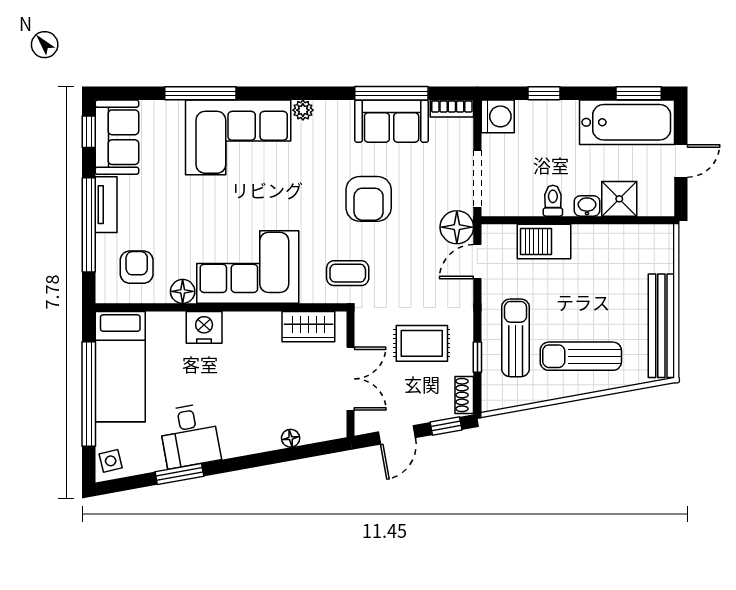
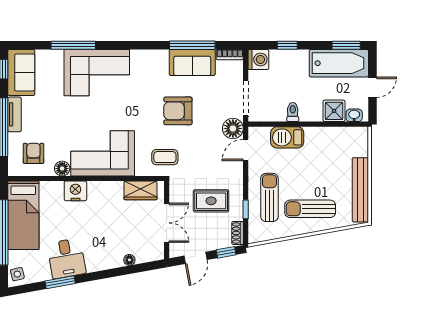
plant: (303, 110) -> (137, 56), removed
armchair: (369, 199) -> (178, 111), turned 90
washbasin: (587, 206) -> (354, 115), moved

